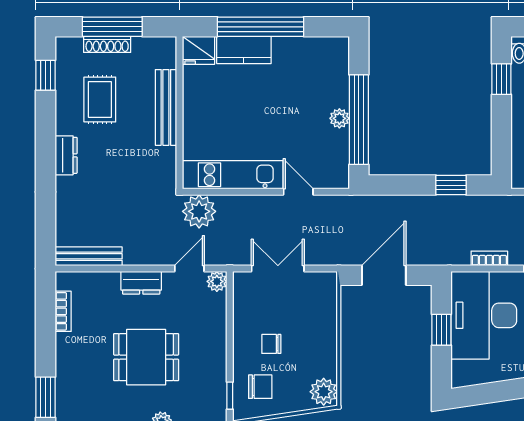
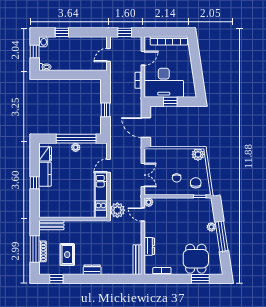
window: (260, 27) -> (35, 183), width x0.32
fridge: (198, 50) -> (45, 154), moved
kitchen counter: (244, 50) -> (45, 174), moved
window: (501, 79) -> (58, 75), removed
rug: (100, 100) -> (67, 255), turned 90
bench: (166, 107) -> (51, 225), moved, width x0.73
window: (451, 185) -> (105, 110), moved
double door: (278, 269) -> (143, 175), swing flipped
dresser: (141, 283) -> (149, 246), moved
dining table: (146, 357) -> (196, 259), moved

